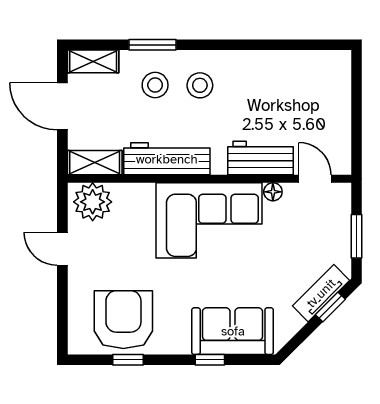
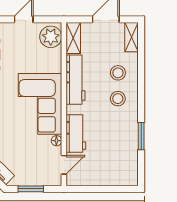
window: (152, 45) -> (141, 136), moved

